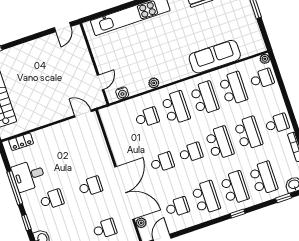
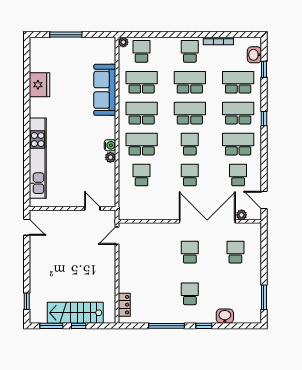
water cooler: (122, 93) -> (110, 145), moved
desk: (29, 176) -> (159, 308), removed

